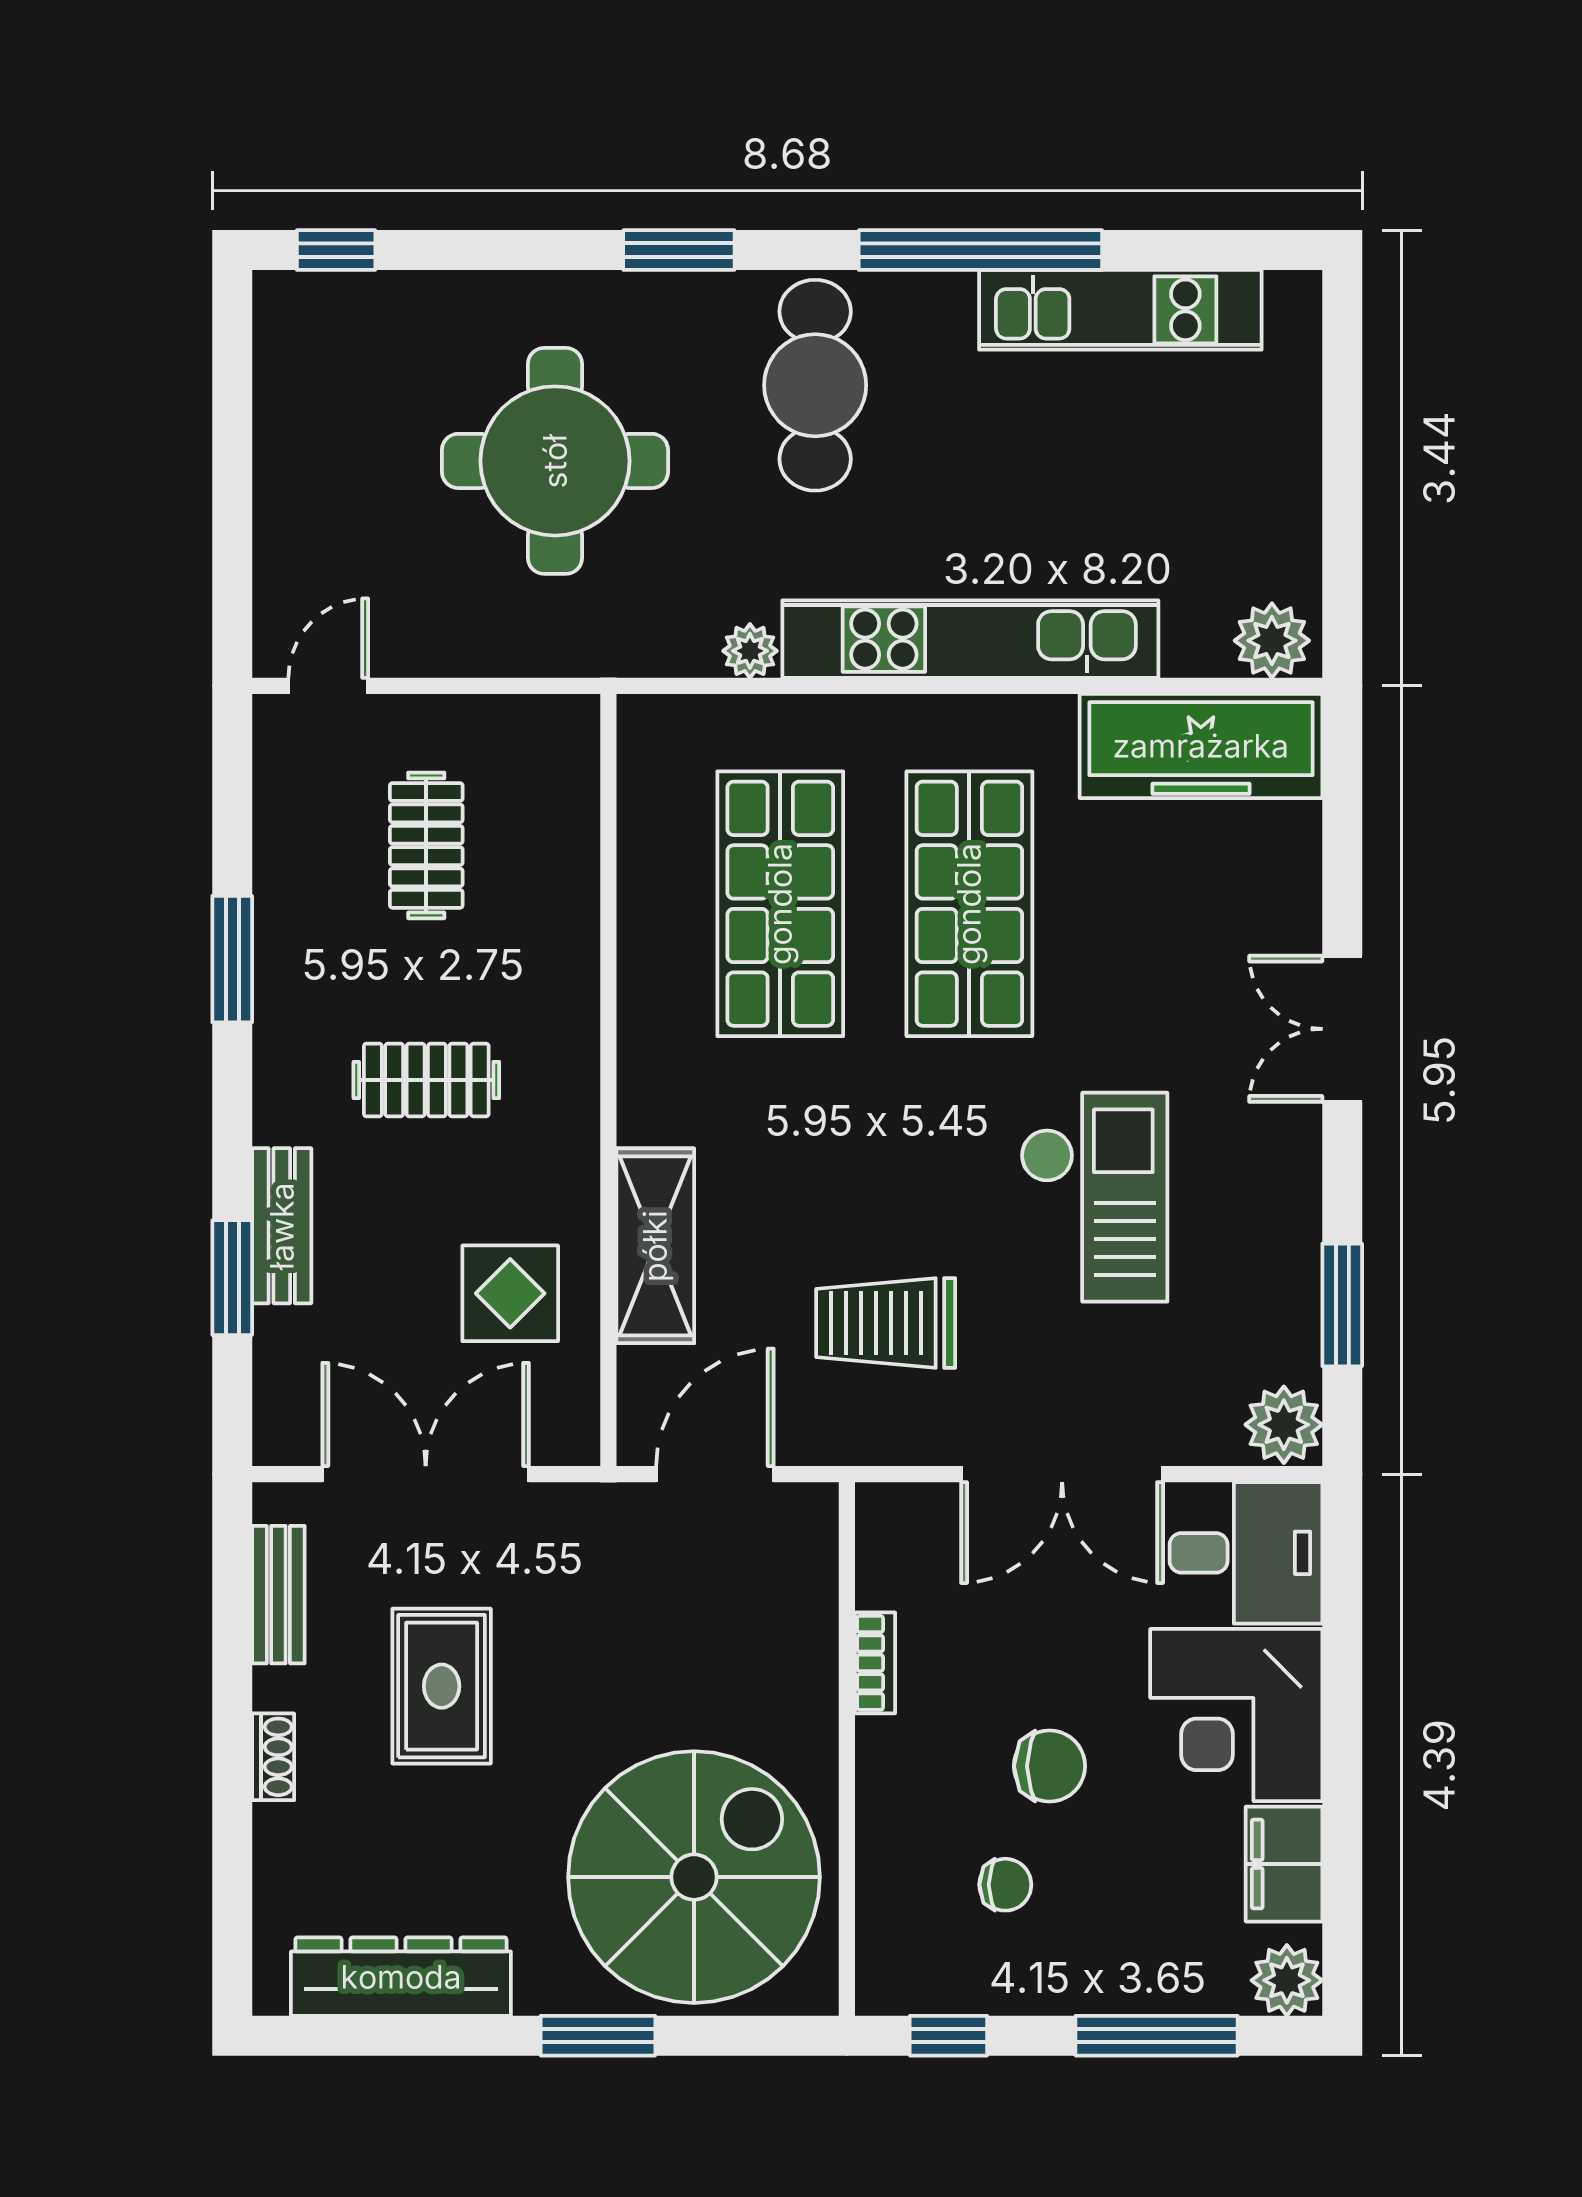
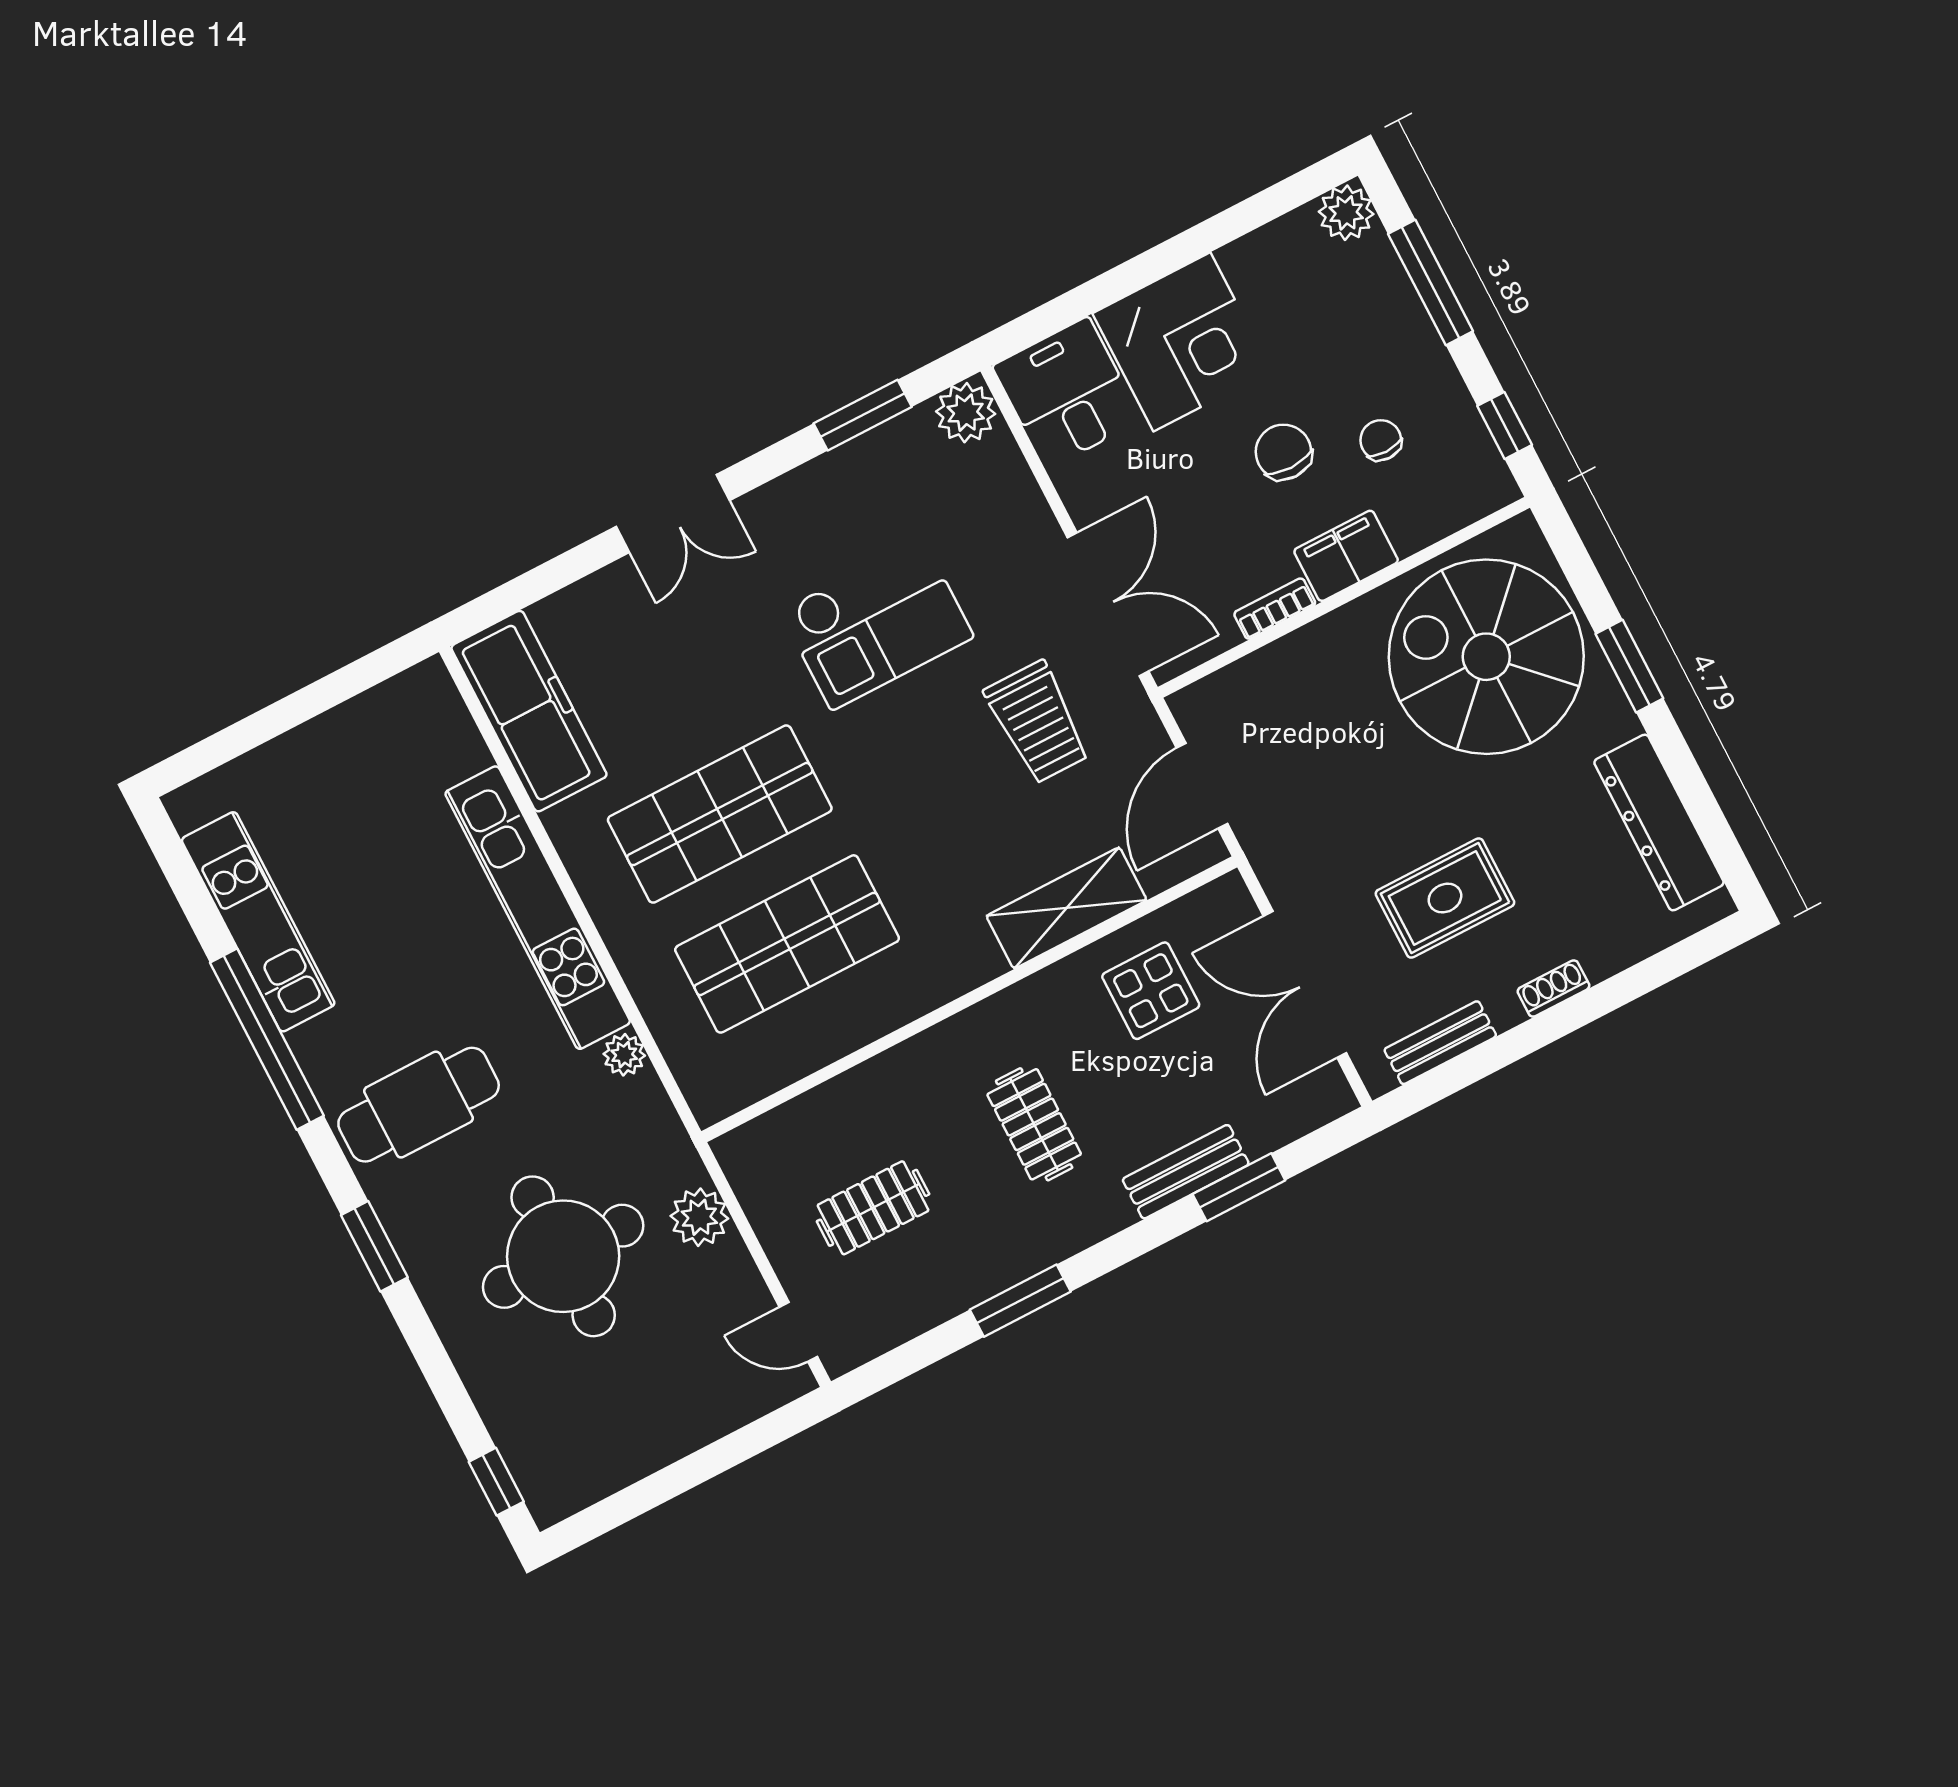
plant: (1272, 641) -> (699, 1217), moved
checkout: (1094, 1197) -> (877, 624), turned 180
door: (715, 1474) -> (1202, 786), hinge flipped
double door: (1062, 1474) -> (1108, 604), moved
filing cabinet: (1284, 1864) -> (1346, 556), moved, turned 180

